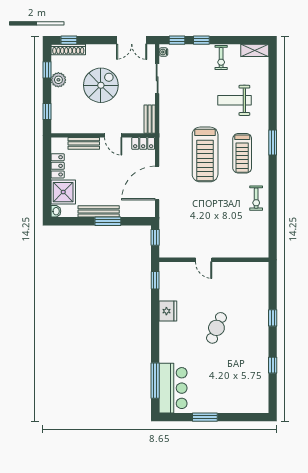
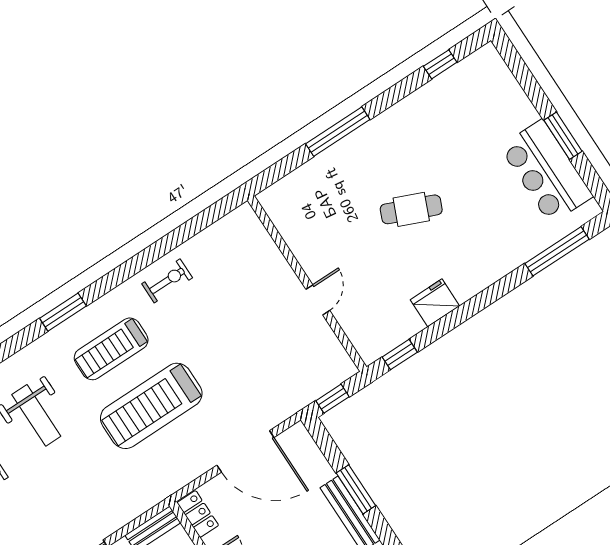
treadmill: (242, 153) -> (111, 349), turned 180
treadmill: (205, 154) -> (151, 406), turned 180
window: (273, 318) -> (338, 132), width x2.17
window: (273, 365) -> (440, 64), moved
bar counter: (173, 388) -> (546, 172), moved, turned -90

